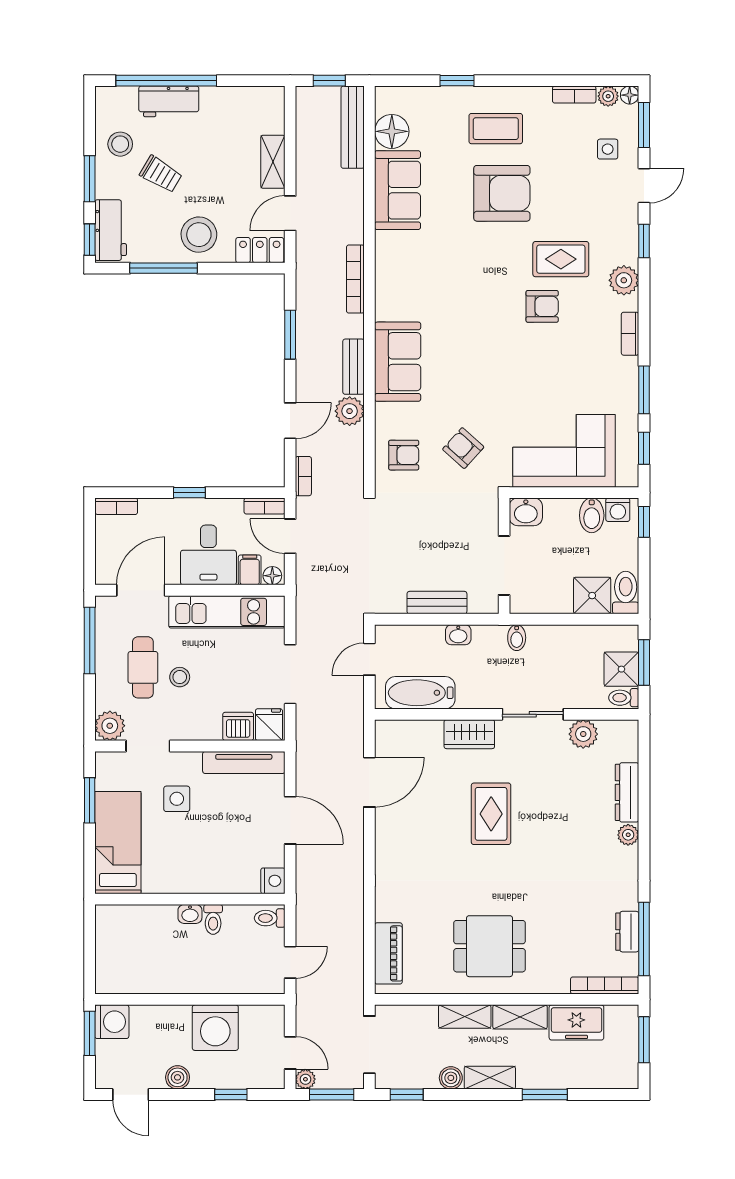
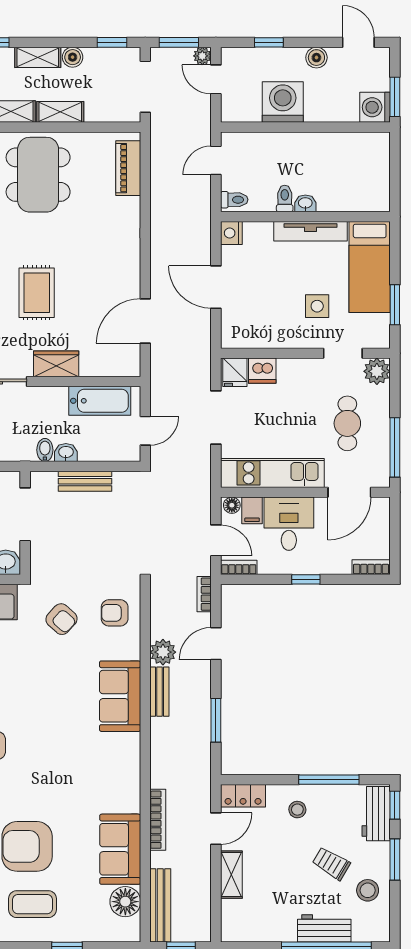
stool: (199, 235) -> (297, 810), width x0.53, depth x0.53
bookcase: (355, 279) -> (158, 820), moved
bidet: (517, 638) -> (45, 450), moved
stool: (180, 677) -> (314, 415), removed
tv unit: (244, 762) -> (311, 231), moved, turned 180
dining table: (490, 946) -> (38, 175), width x1.37

